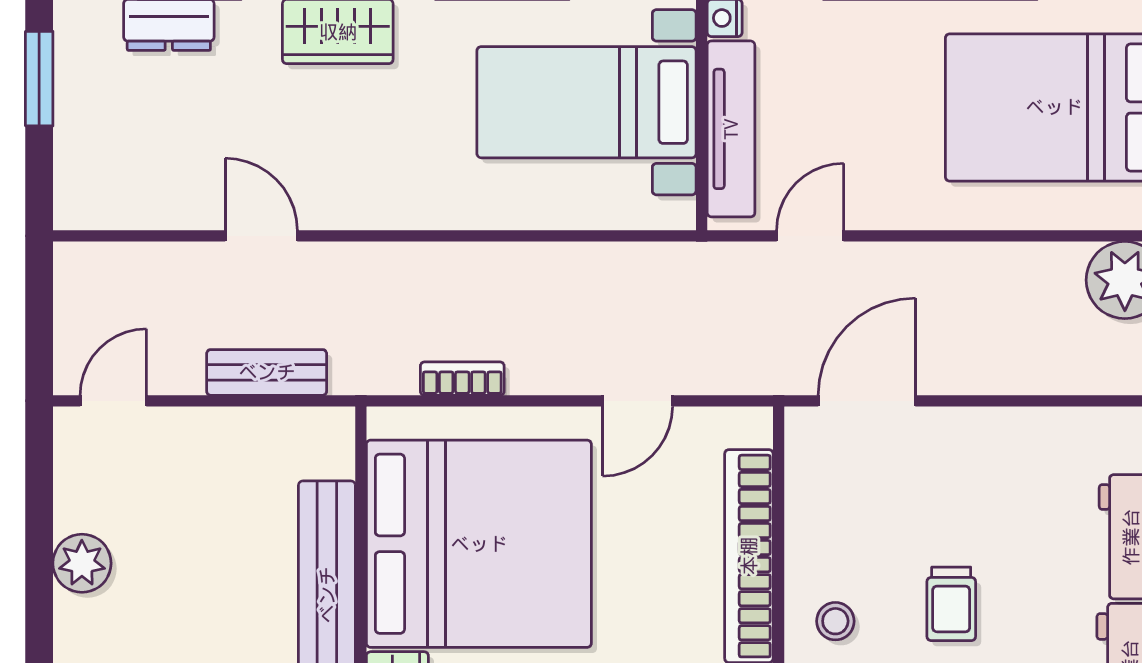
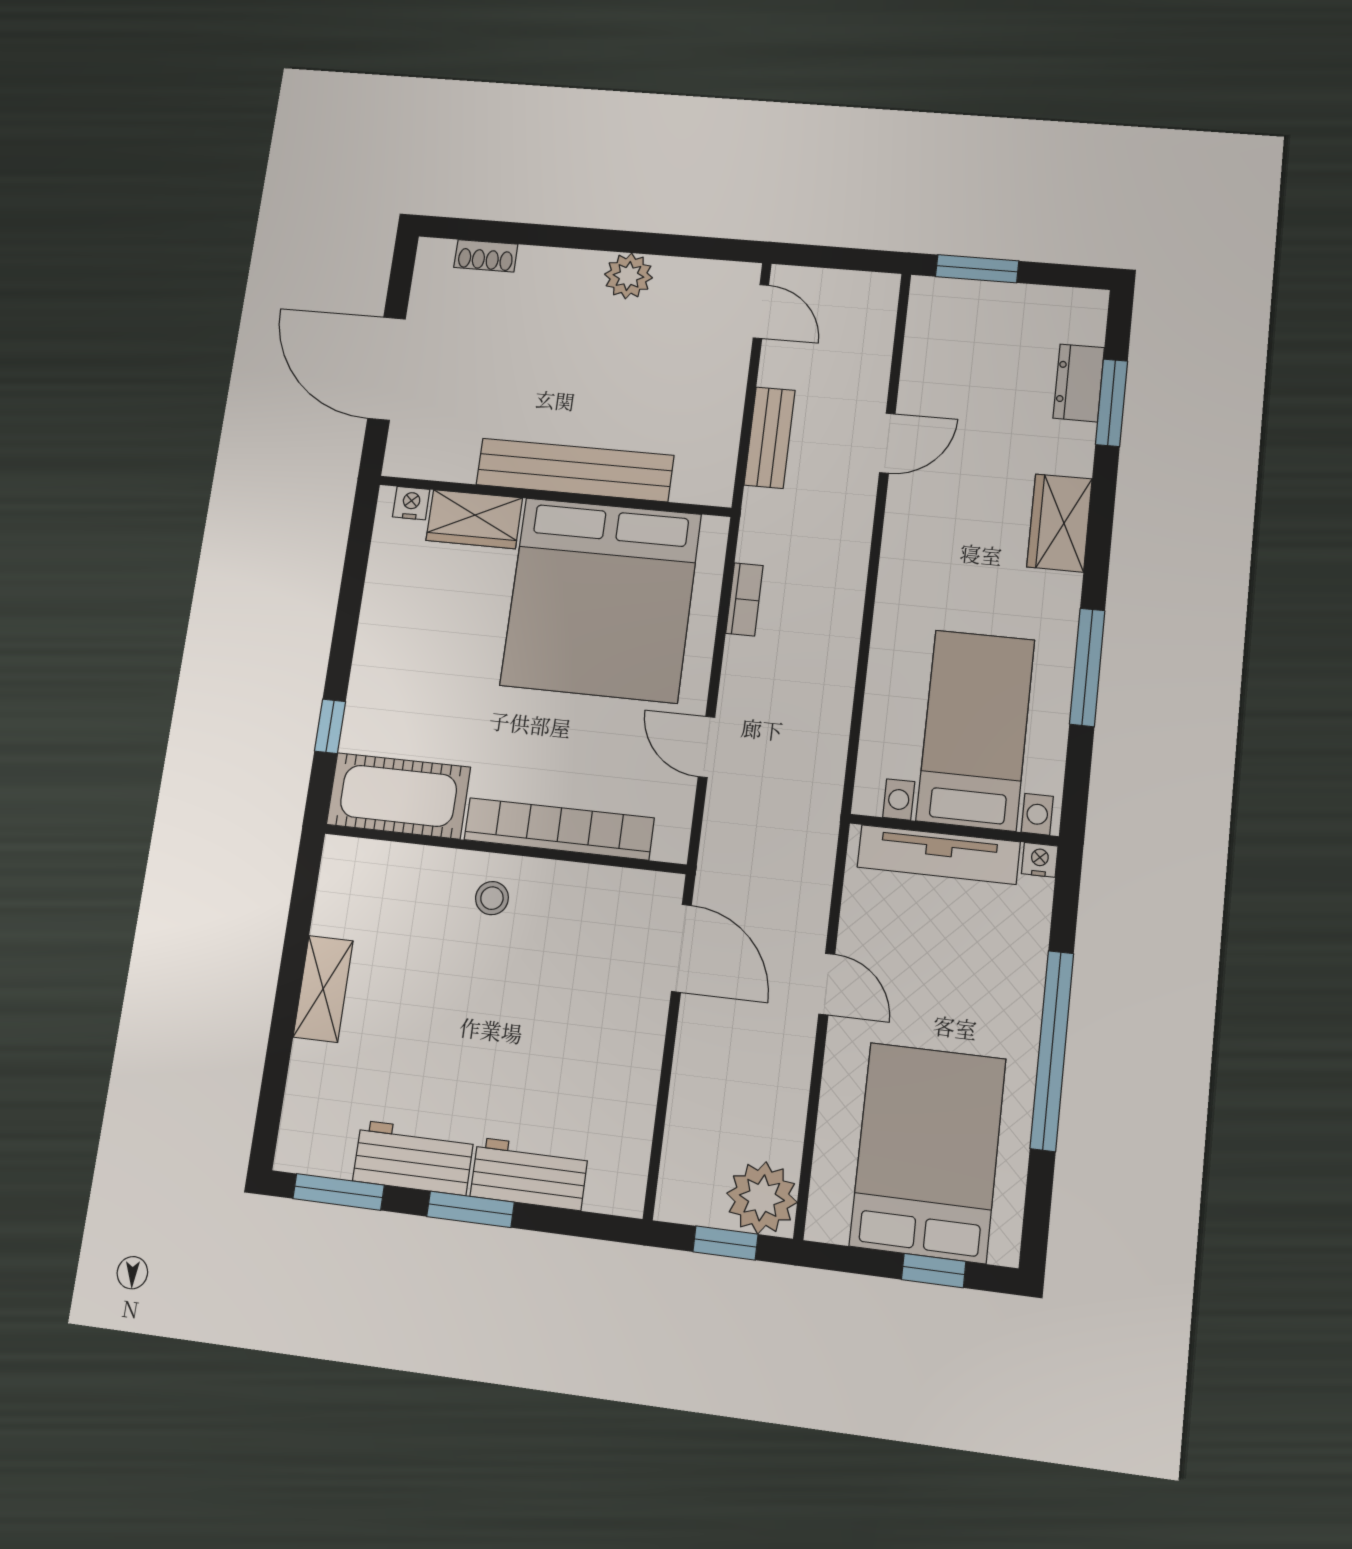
window: (39, 79) -> (977, 269), moved
door: (810, 236) -> (827, 984), moved
trolley: (951, 604) -> (493, 1003), removed

